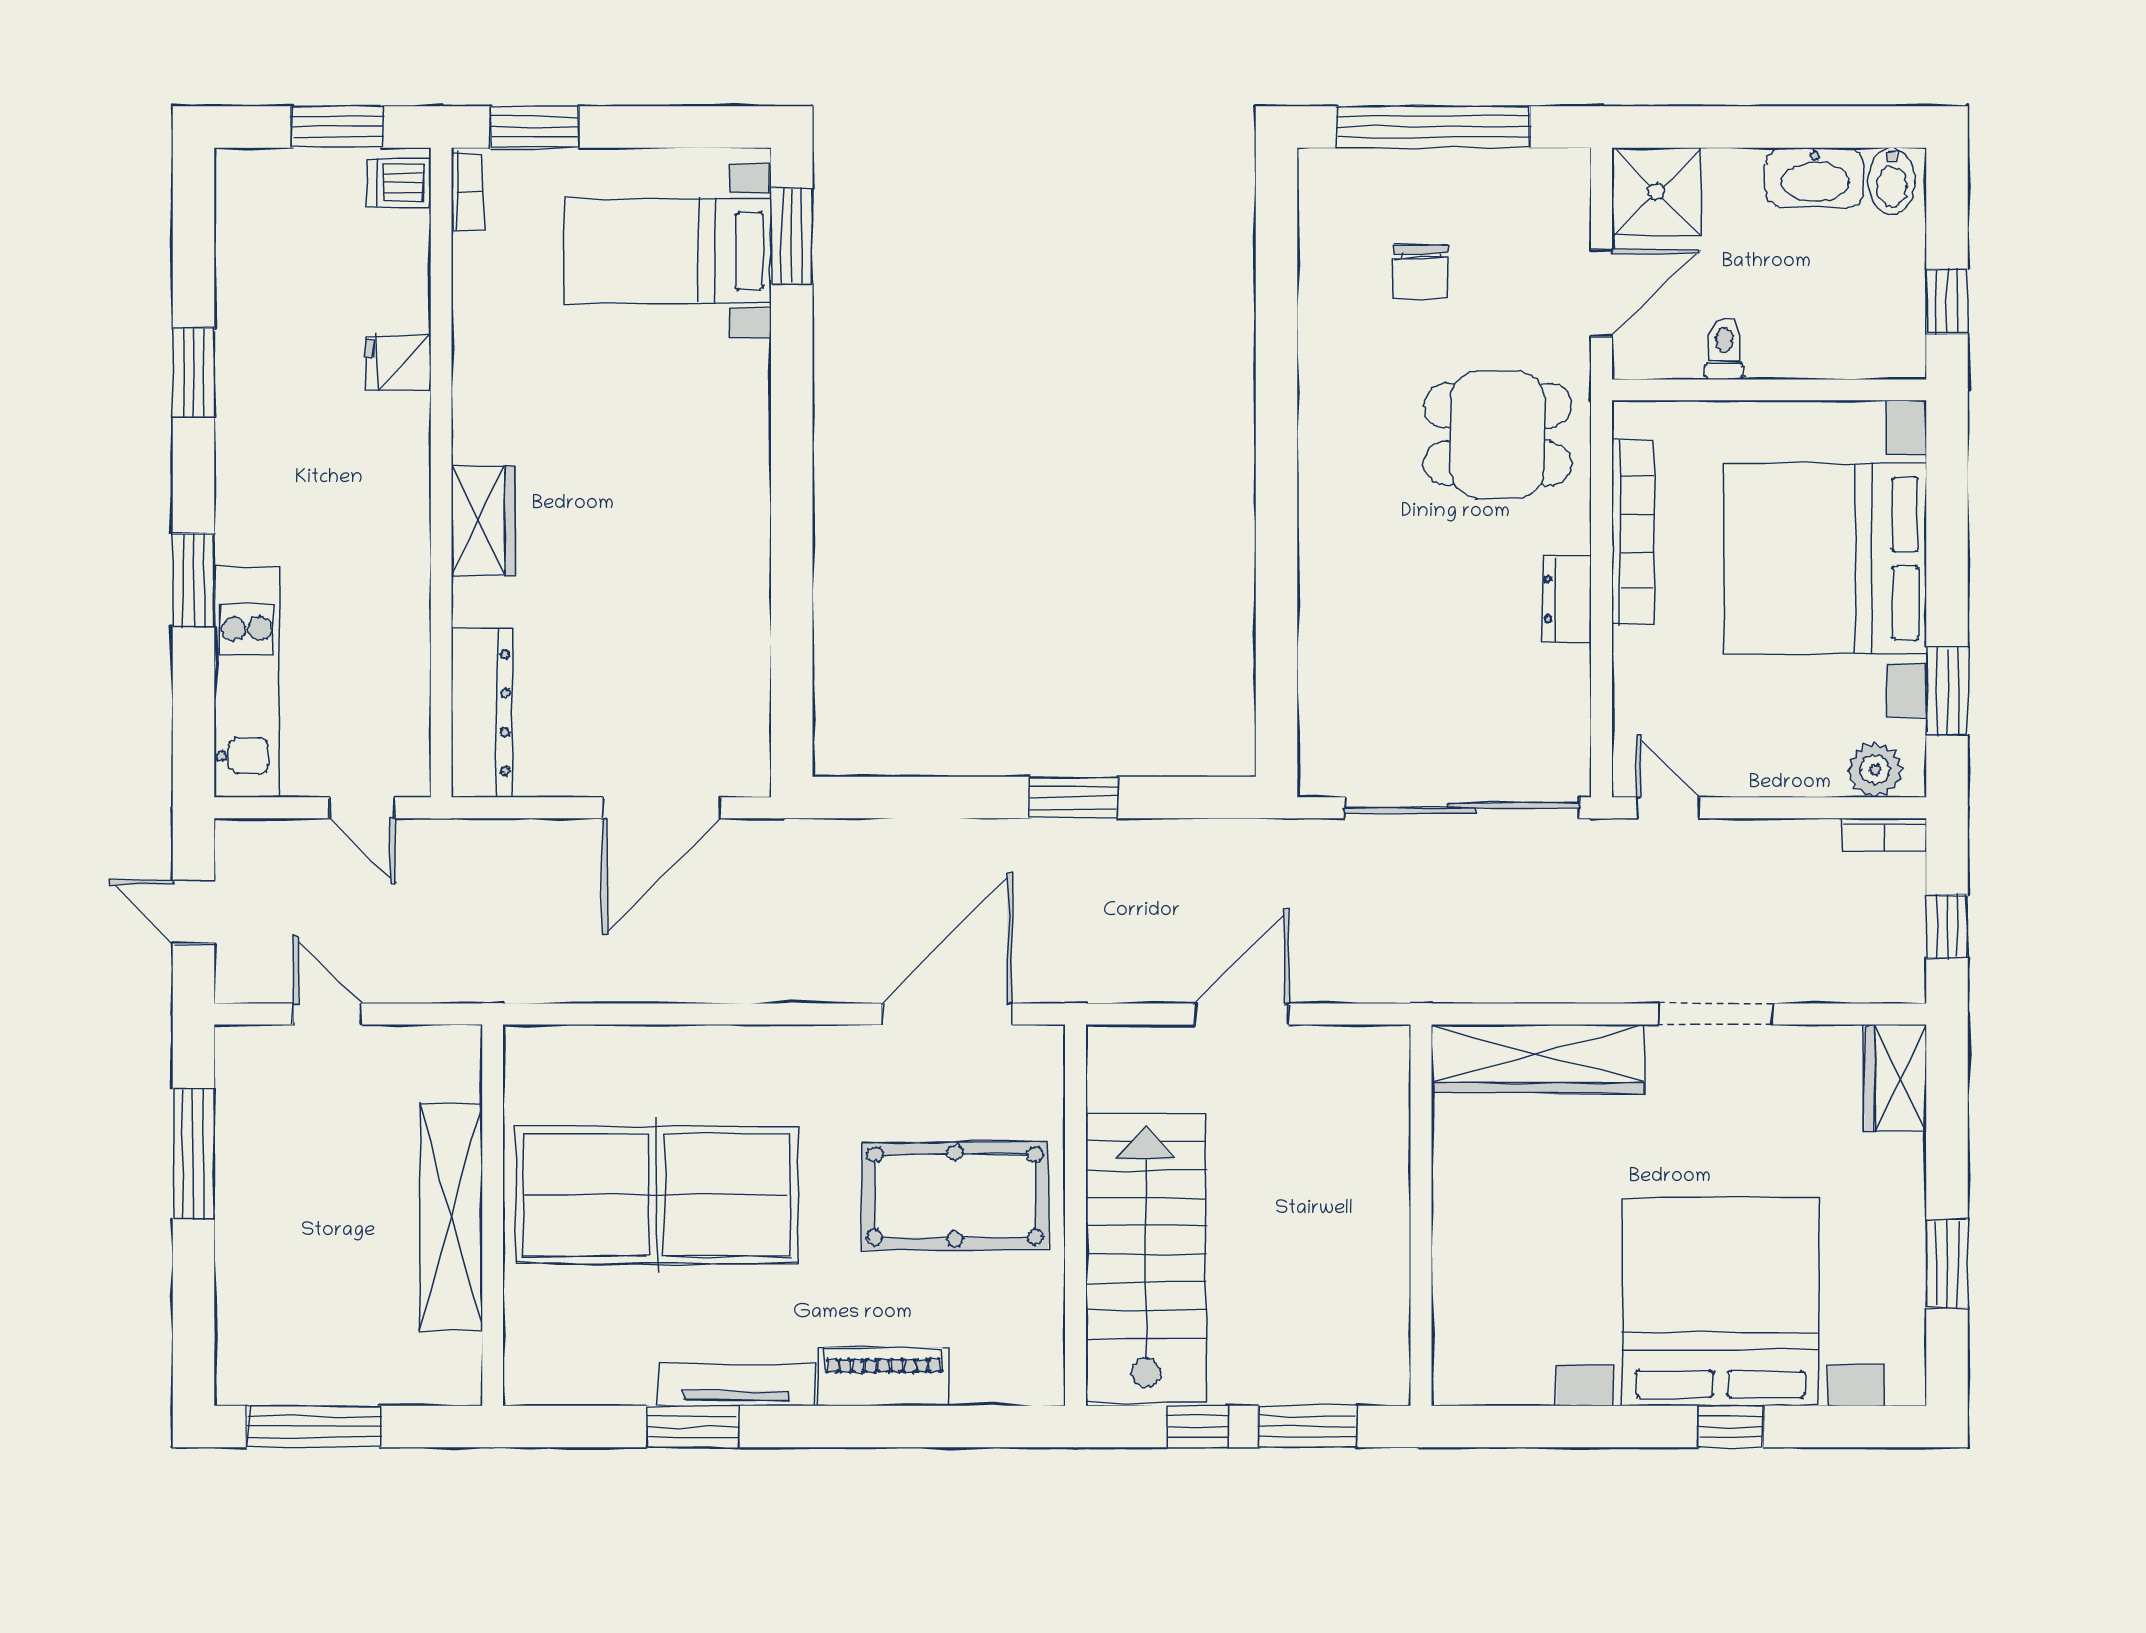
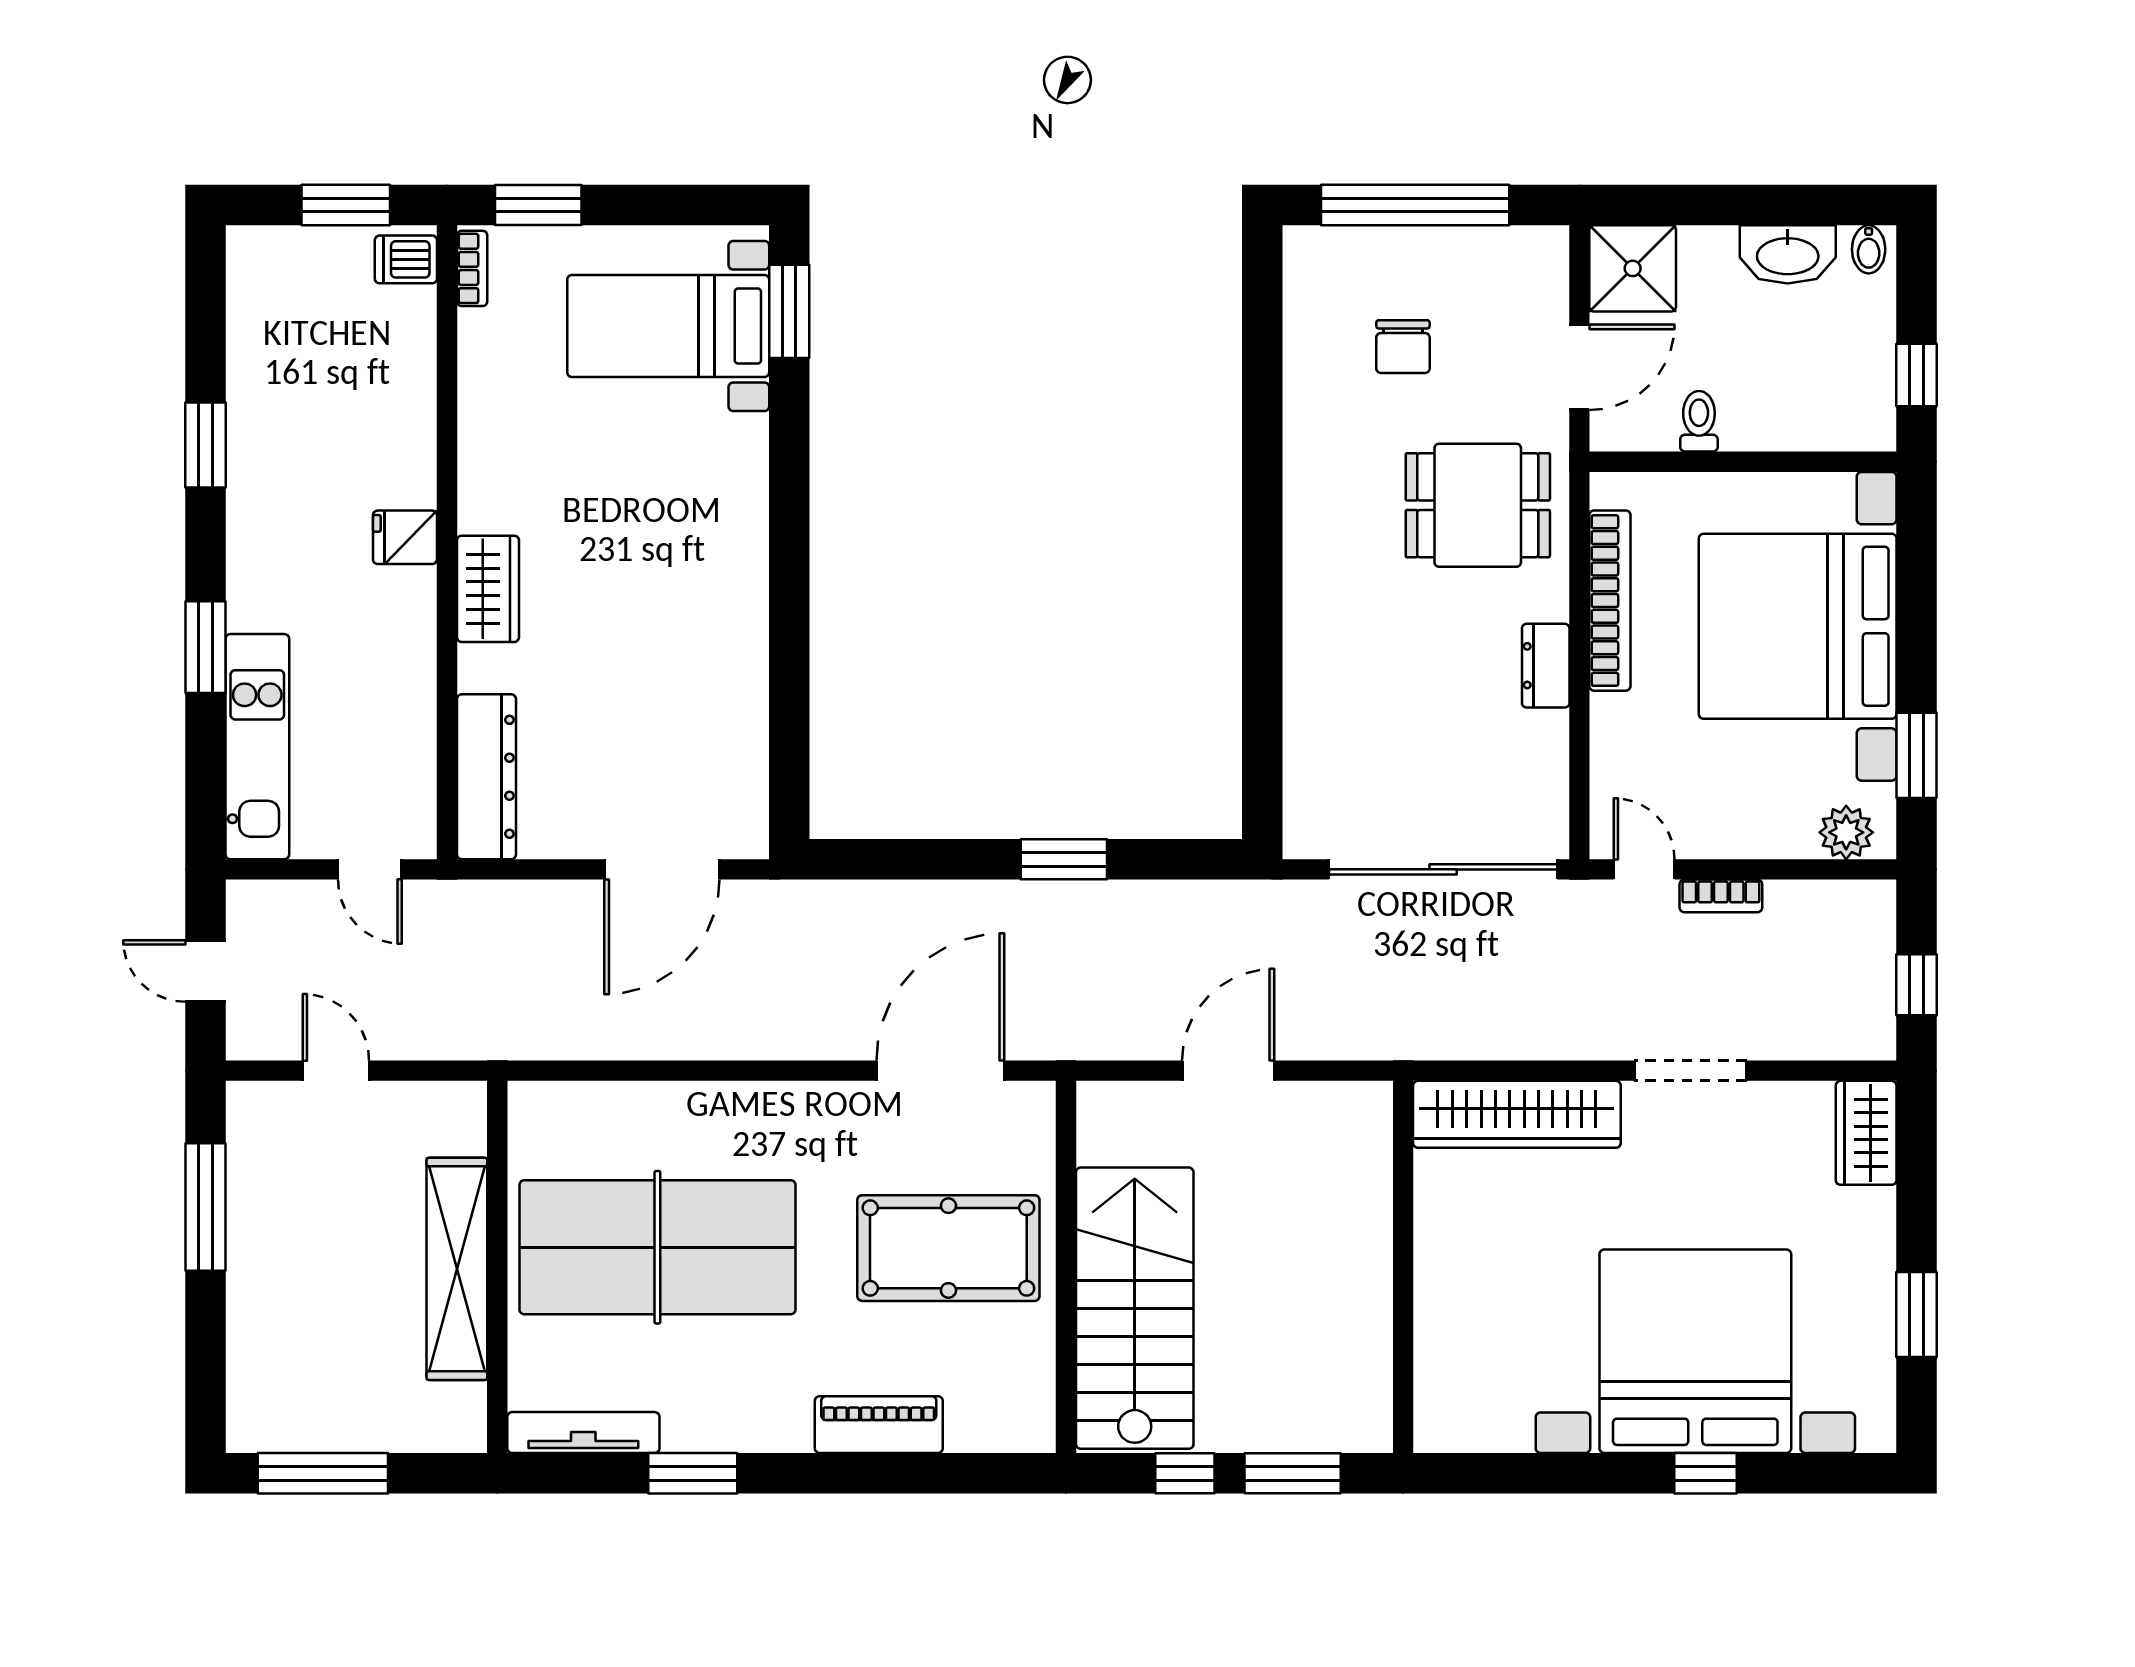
bidet: (1892, 181) -> (1869, 249), width x0.72, depth x0.74
fridge: (398, 363) -> (405, 537), moved
bookcase: (1884, 835) -> (1721, 896), moved
tv unit: (736, 1385) -> (583, 1433), moved

